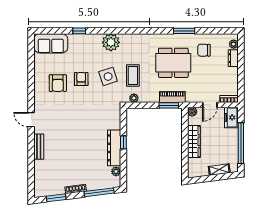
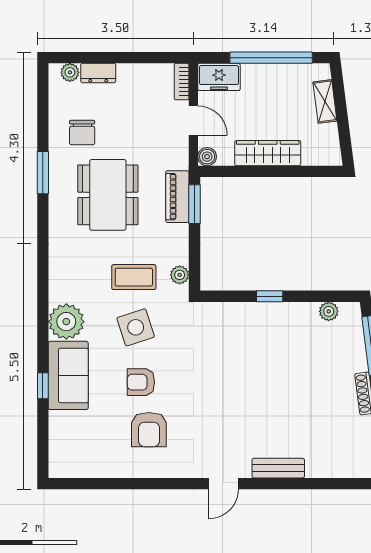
sofa: (51, 43) -> (68, 375), moved
armchair: (58, 83) -> (149, 430), turned 90
dresser: (114, 148) -> (281, 315), removed

